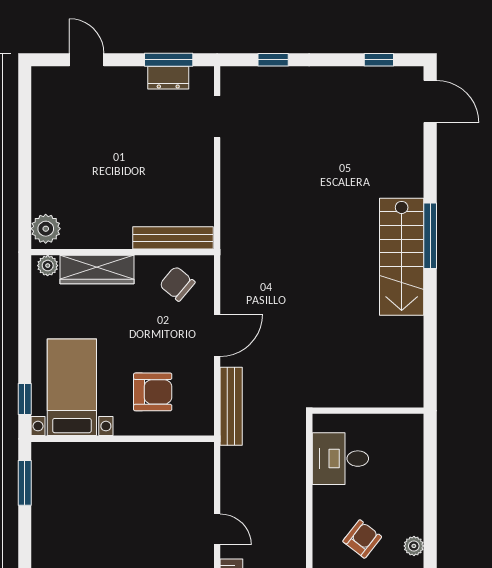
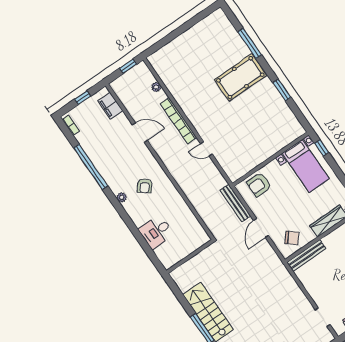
armchair: (153, 392) -> (259, 185), moved
wall: (368, 411) -> (190, 256), moved
desk: (340, 459) -> (156, 232), moved, turned 180
window: (25, 483) -> (282, 90), moved

